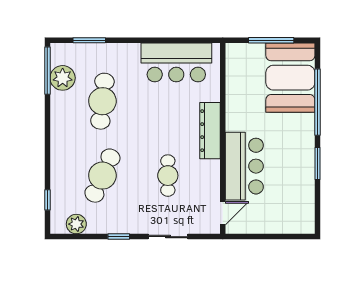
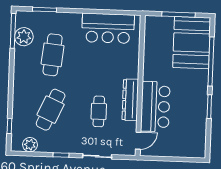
dresser: (210, 131) -> (130, 100), moved

